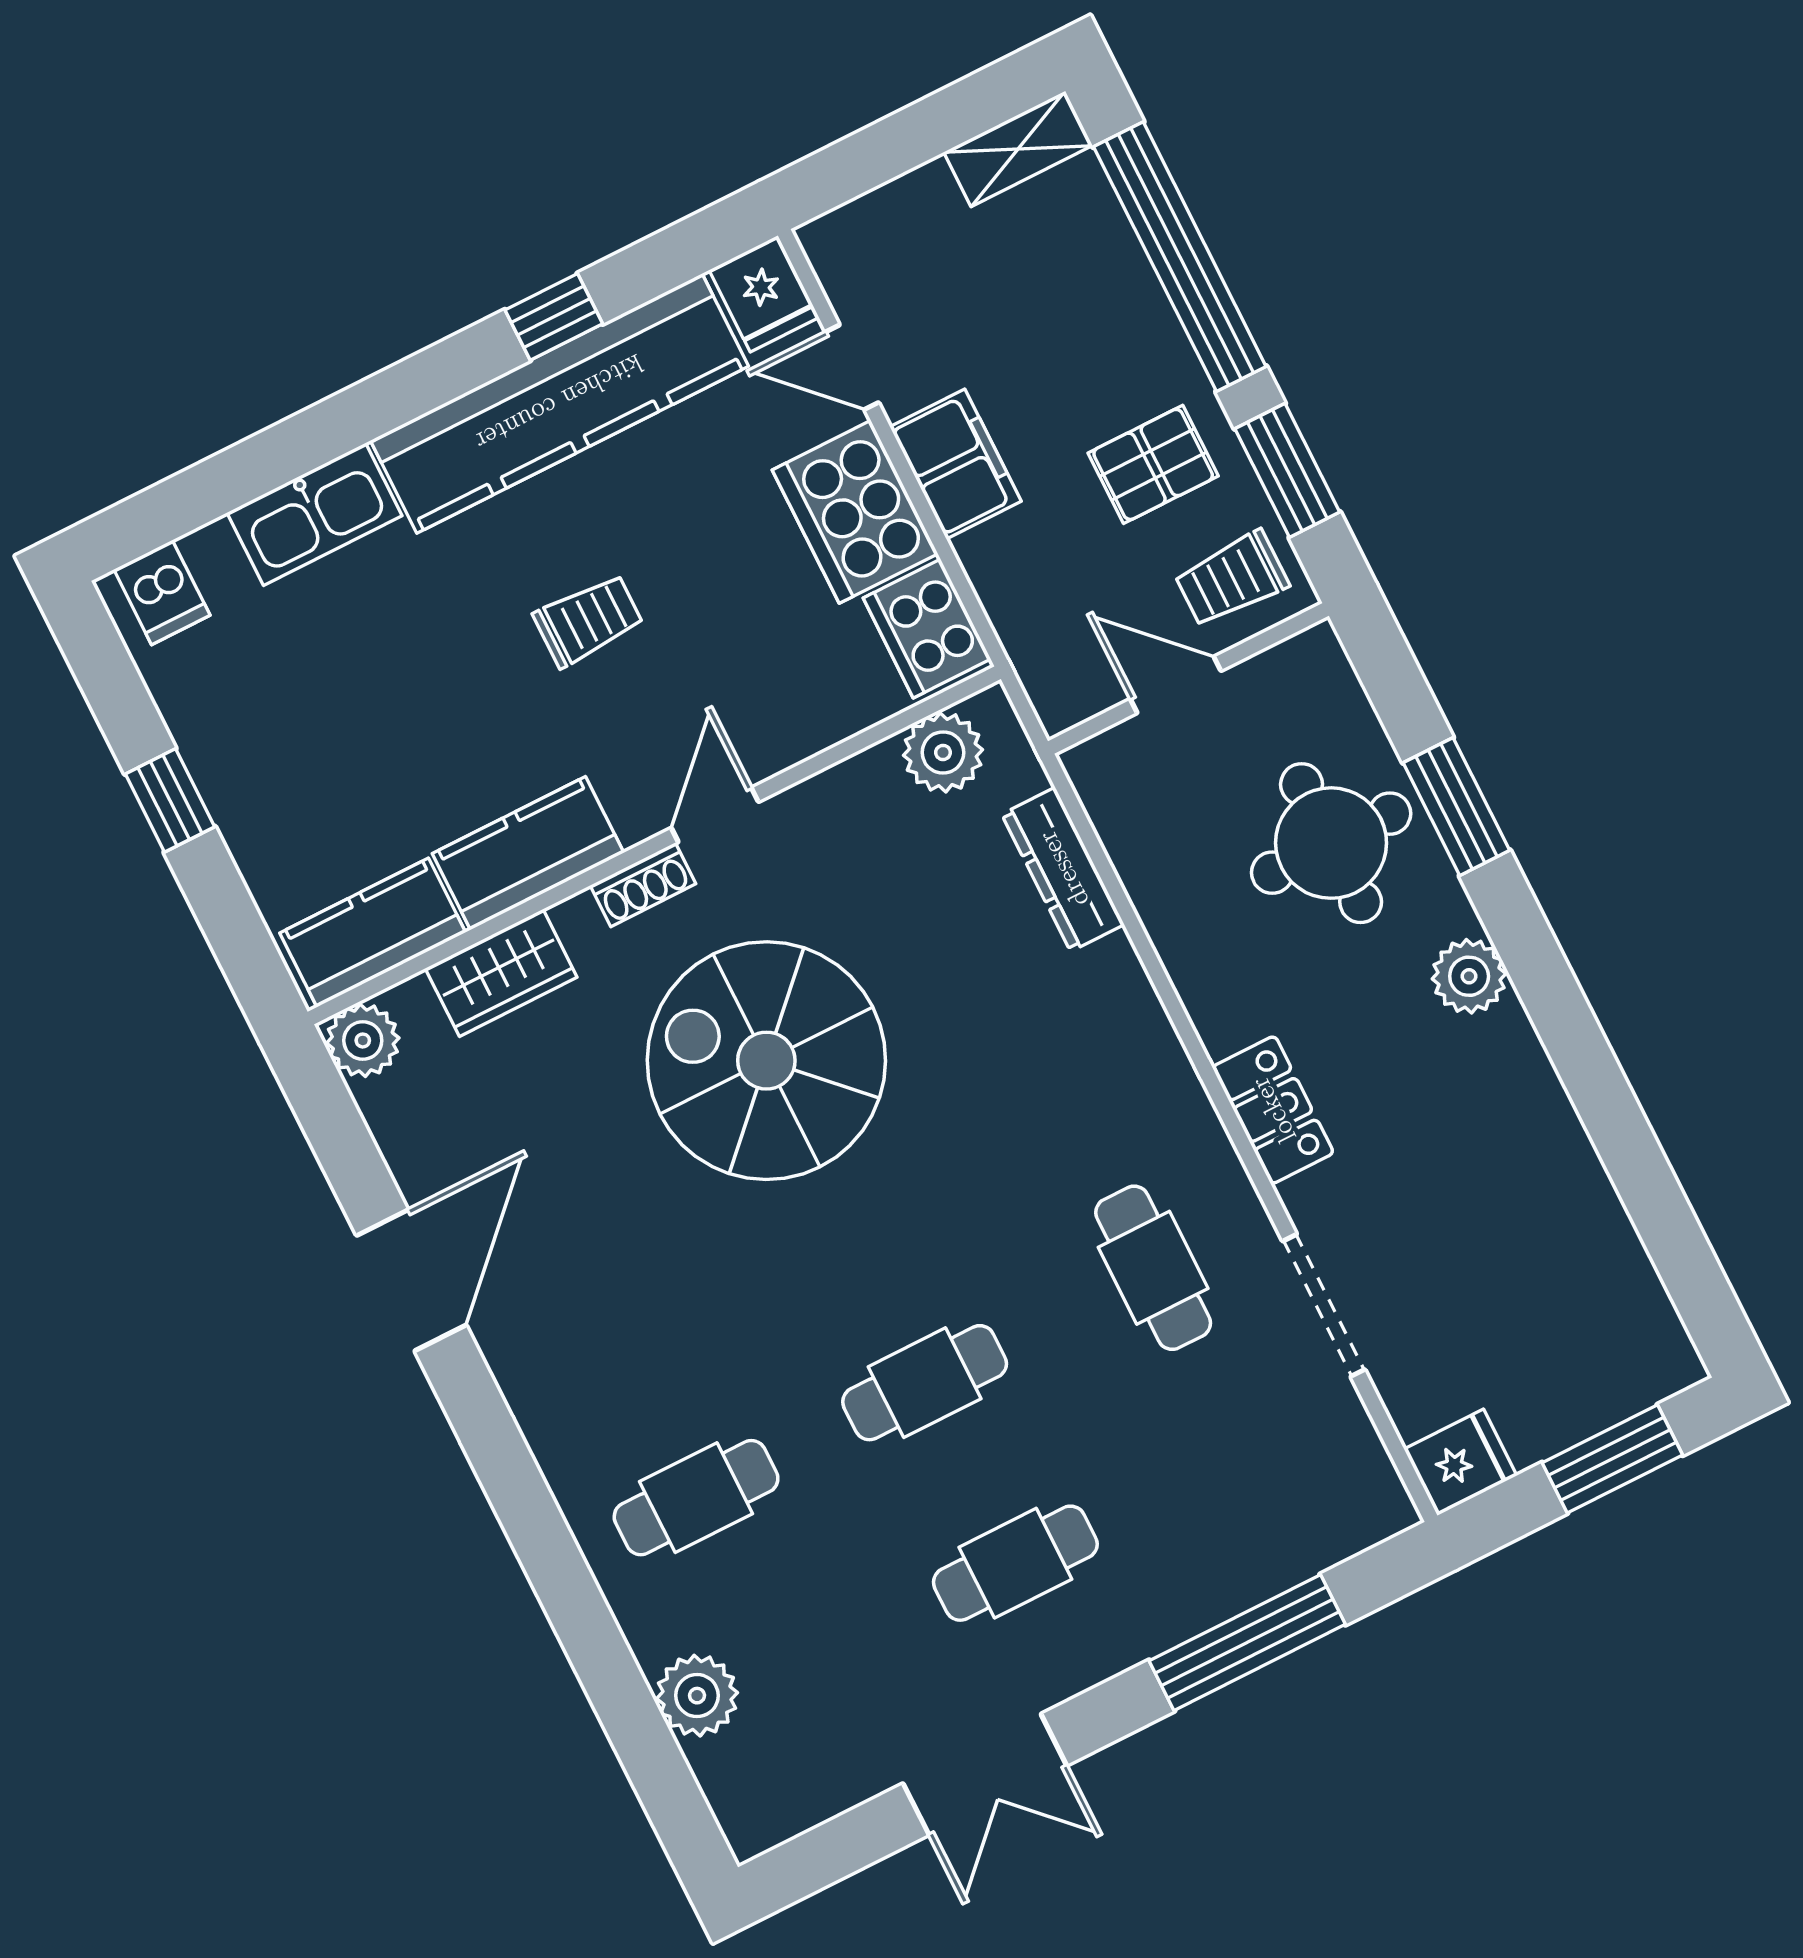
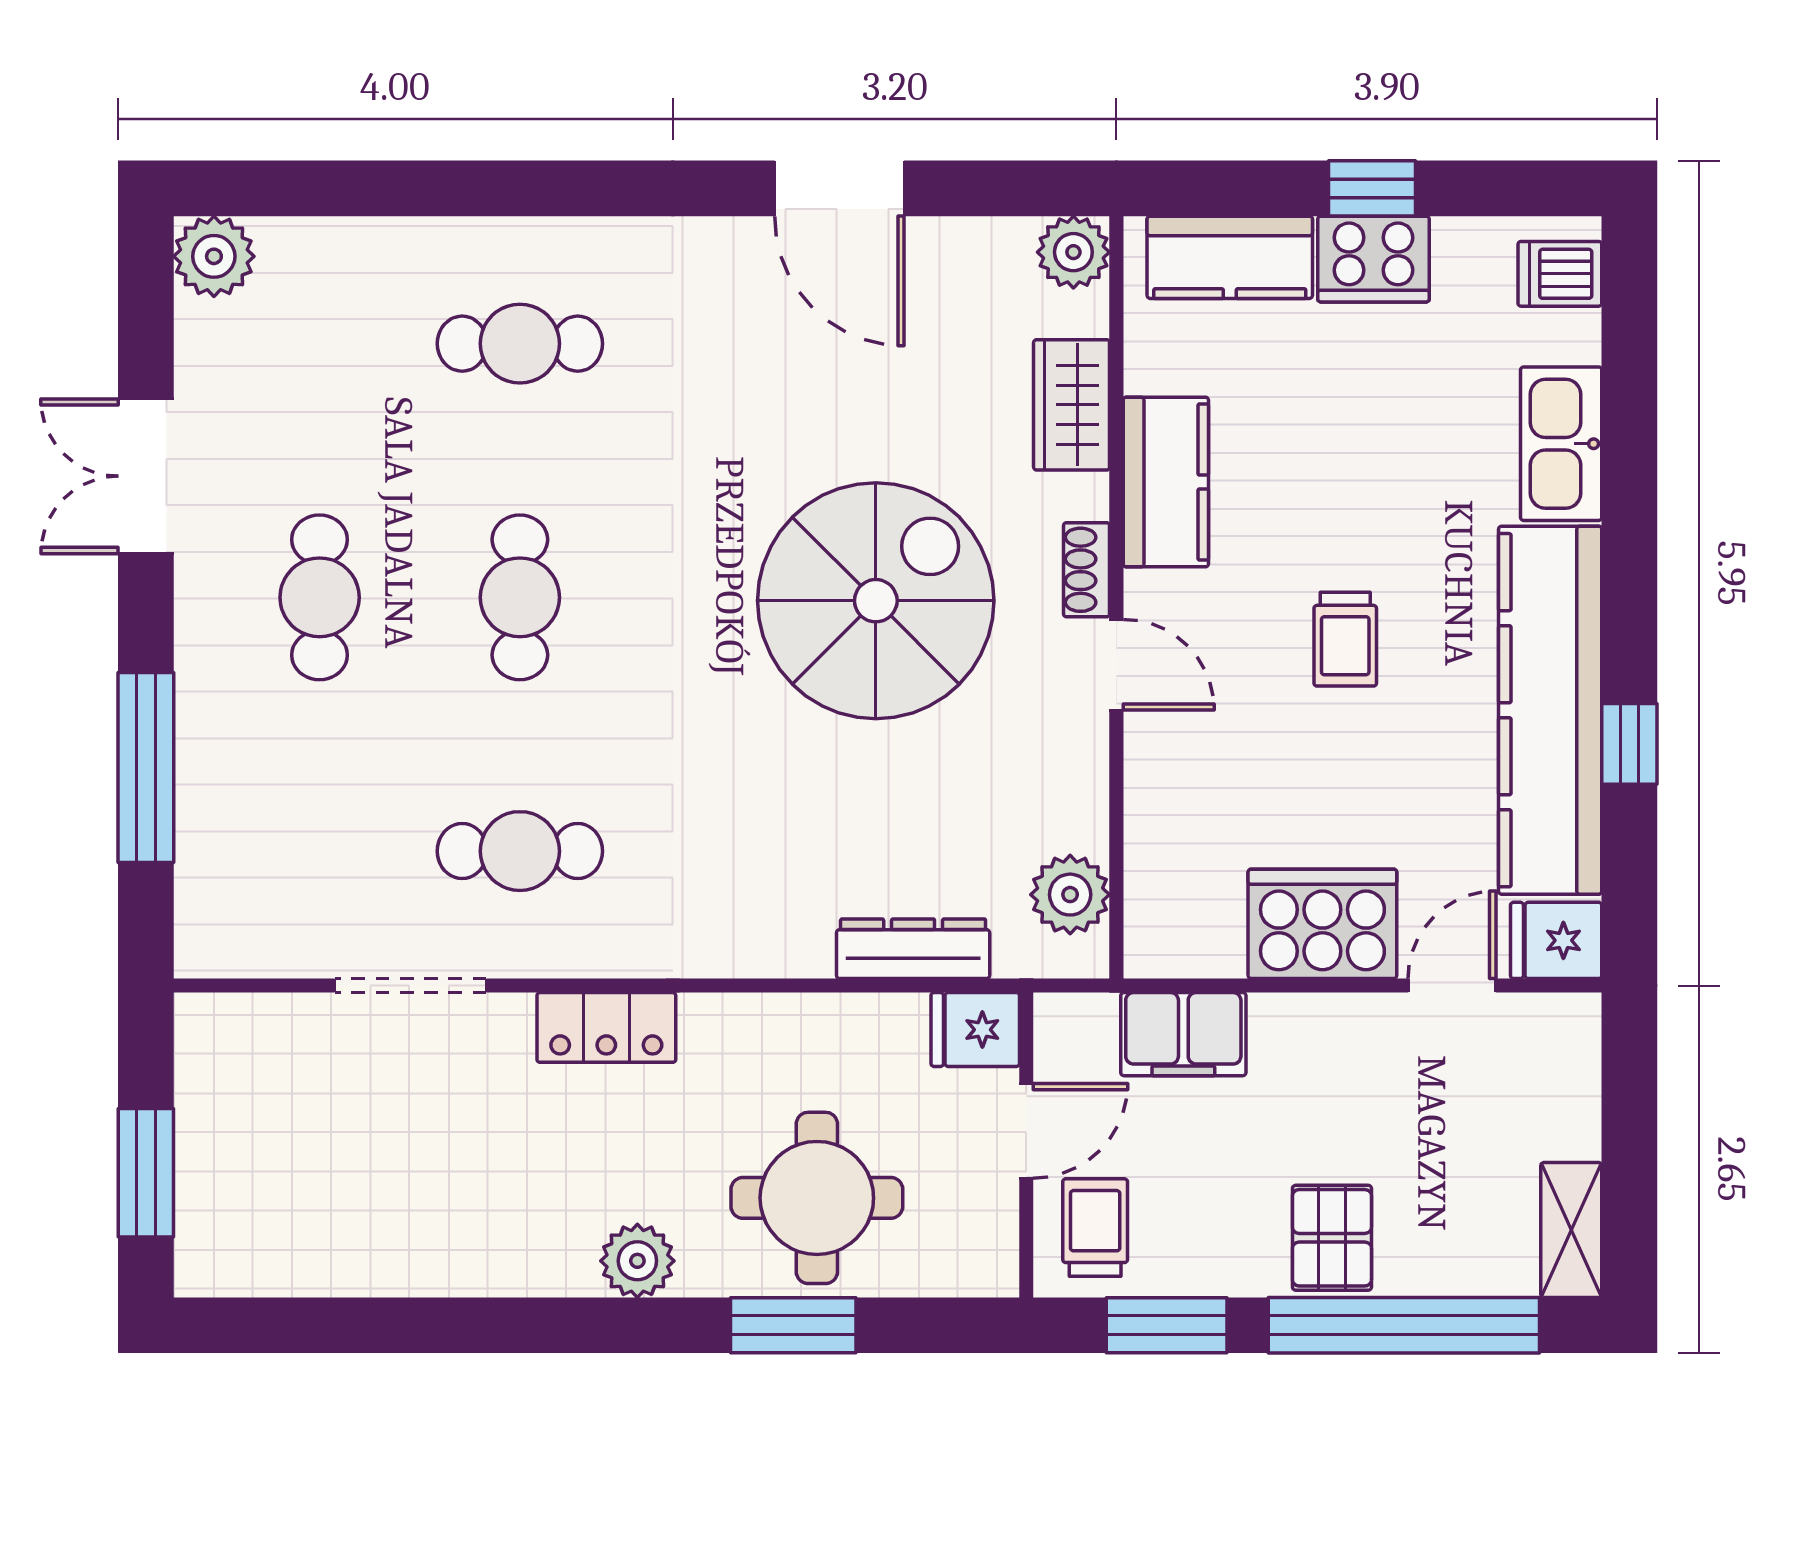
filing cabinet: (955, 464) -> (1183, 1034), moved
pallet: (1153, 464) -> (1332, 1238), moved
cooker: (927, 628) -> (1373, 259), moved, turned 180
kitchen counter: (373, 933) -> (1230, 257), moved, turned 90
fridge: (1460, 1462) -> (975, 1030), moved, turned 90
cafe table: (696, 1498) -> (520, 344), turned 90
plant: (697, 1696) -> (214, 256), moved

